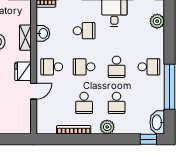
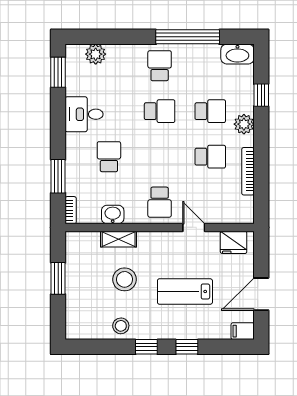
school desk: (84, 67) -> (160, 157), removed
fridge: (23, 71) -> (234, 242), moved
window: (148, 139) -> (261, 95), moved

